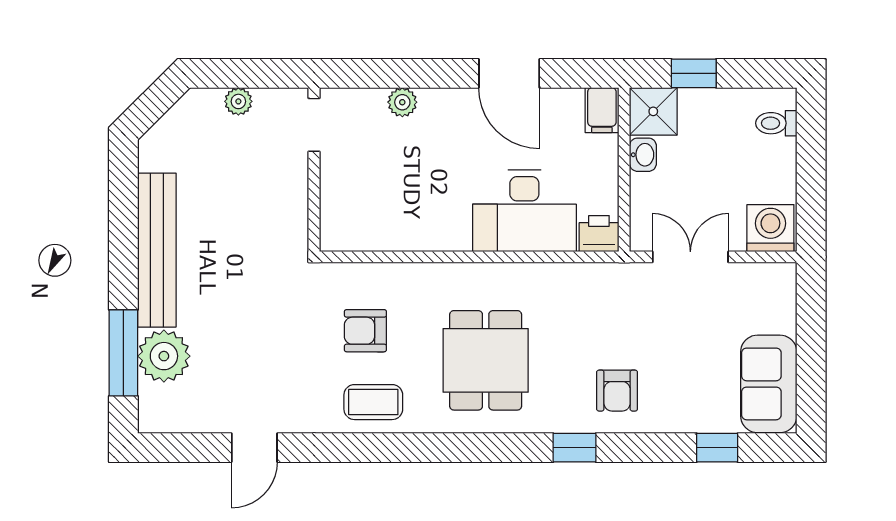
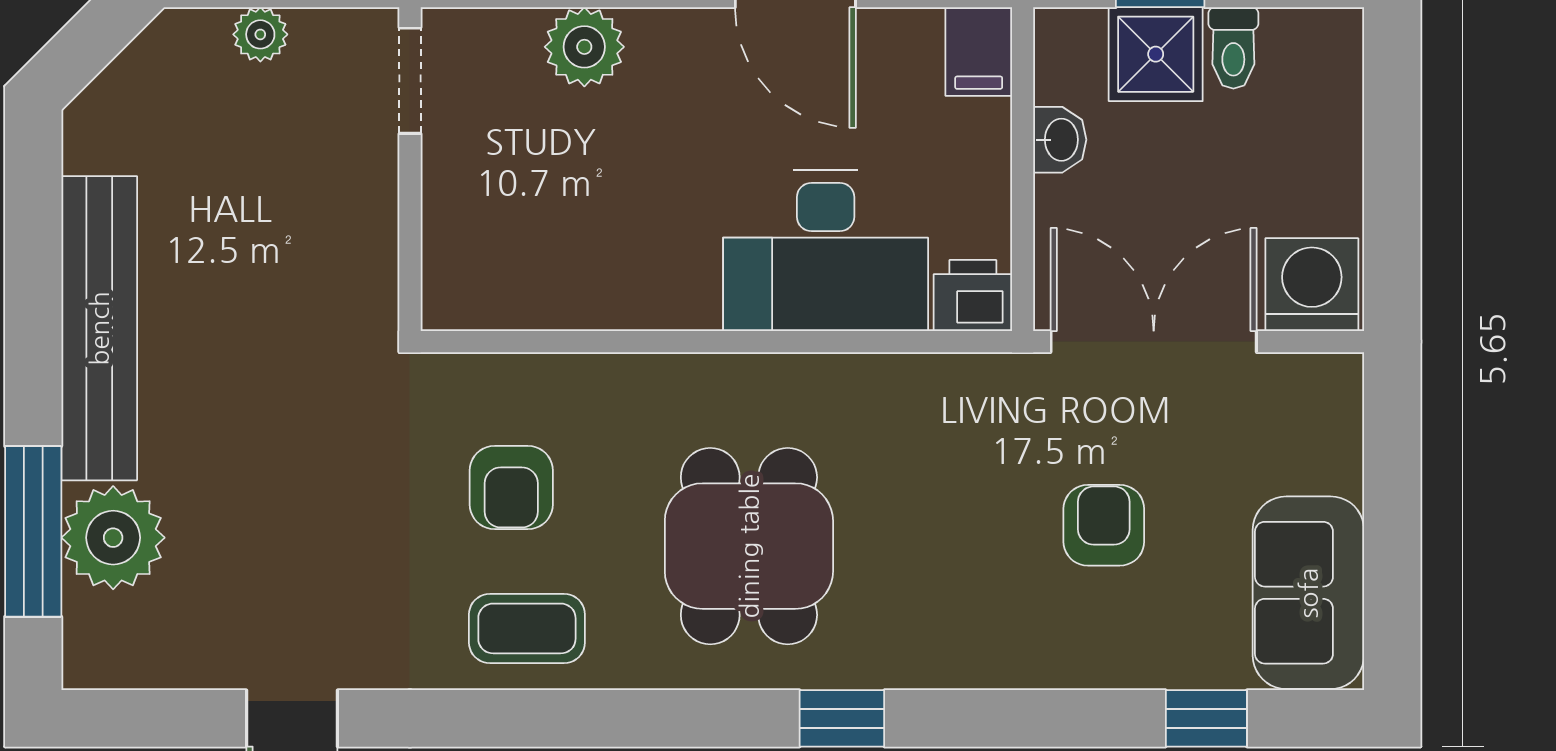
plant: (402, 102) -> (584, 47), width x1.38, depth x1.38
shower: (653, 111) -> (1156, 54), moved
toilet: (776, 123) -> (1233, 48), moved, turned -90
double door: (690, 257) -> (1154, 342), width x1.37
armchair: (365, 331) -> (511, 487), turned -90
armchair: (617, 391) -> (1104, 525), moved, turned 180
window: (574, 448) -> (842, 718), moved

